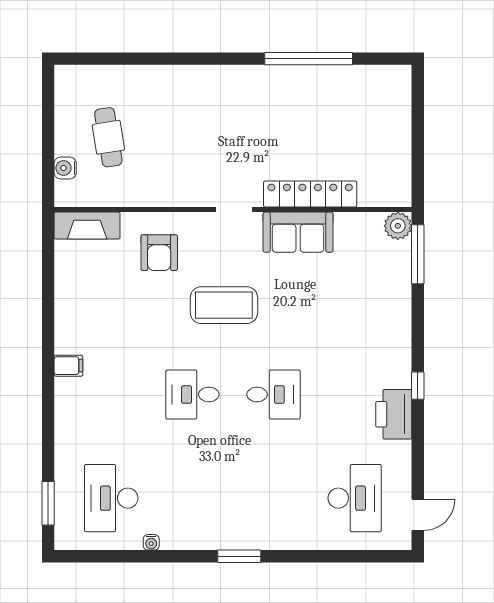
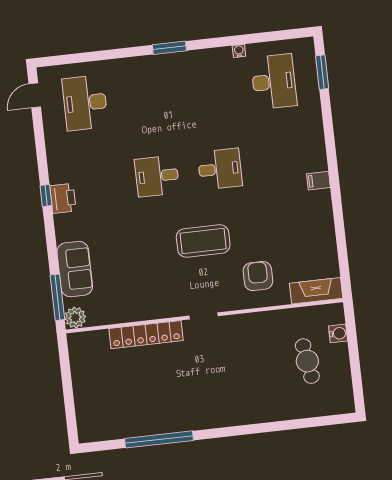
sofa: (298, 232) -> (75, 269), moved, turned 90
printer: (394, 414) -> (63, 198), moved, width x0.73, depth x0.84

